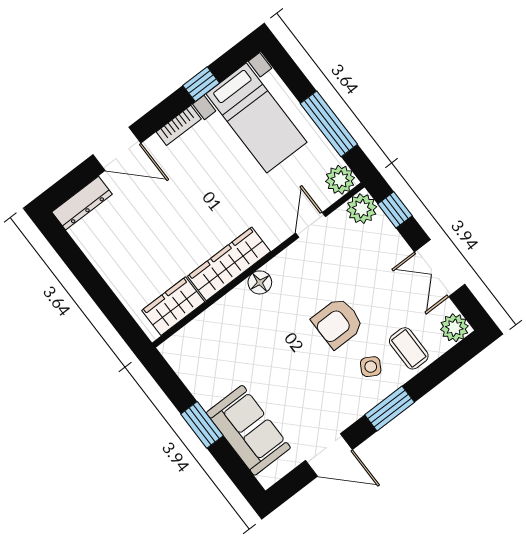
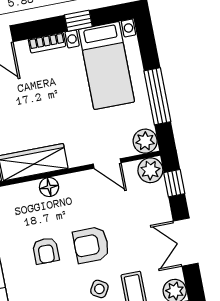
door: (311, 225) -> (107, 163), swing flipped
armchair: (291, 354) -> (46, 251), added

